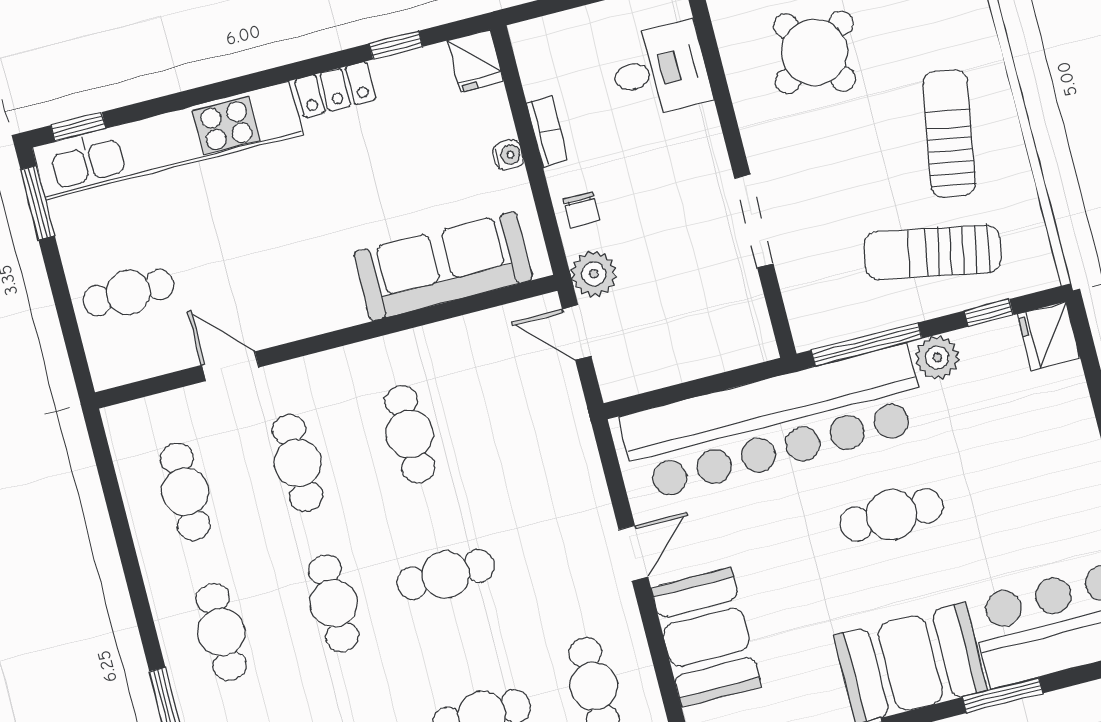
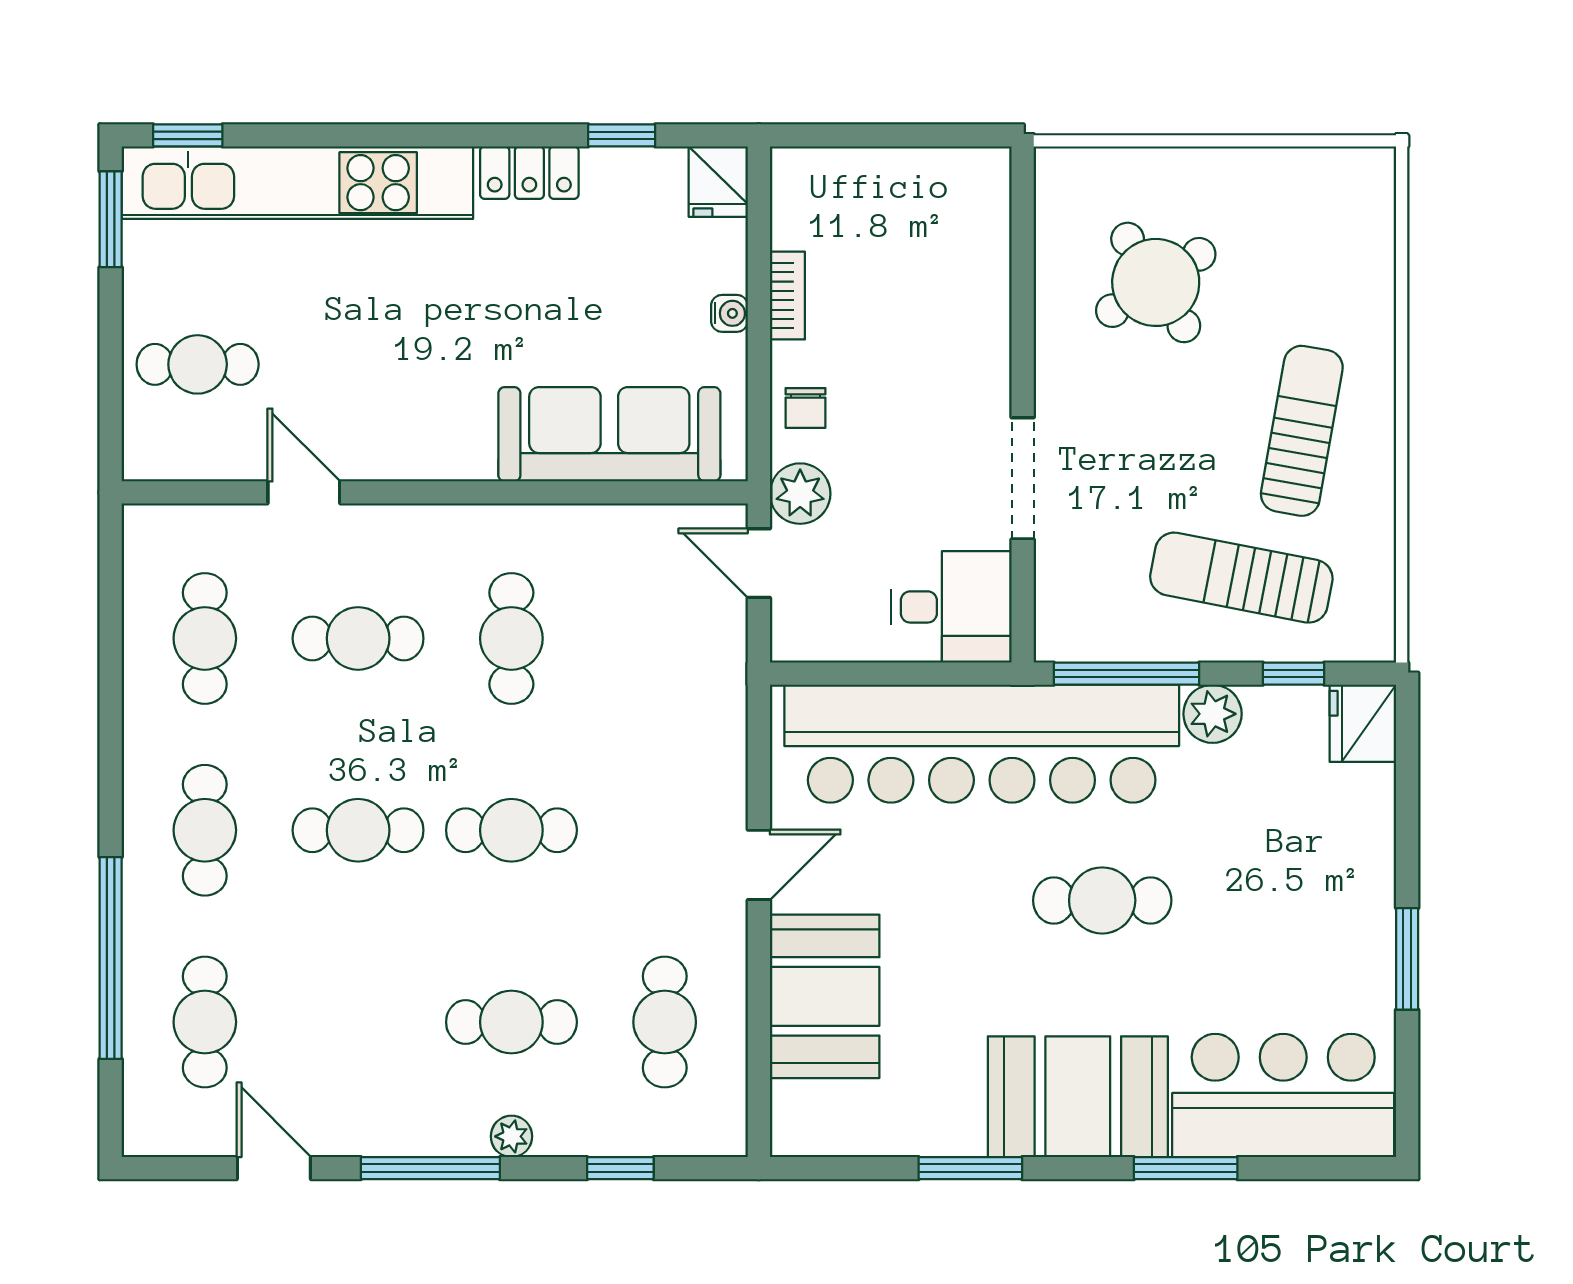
desk: (660, 70) -> (951, 607), moved
cafe table: (297, 463) -> (358, 638), turned 90
cafe table: (334, 603) -> (358, 830), turned 90

